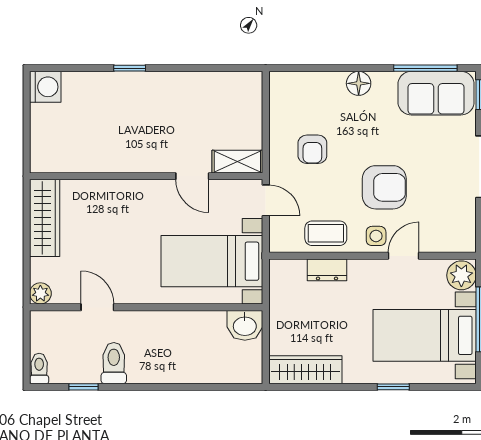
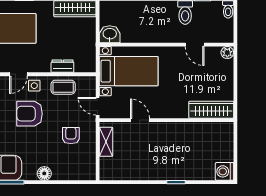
shelving: (237, 162) -> (106, 142), moved, turned 90
wardrobe: (45, 218) -> (211, 110), moved, turned 90

